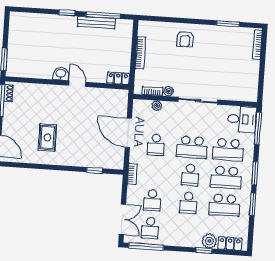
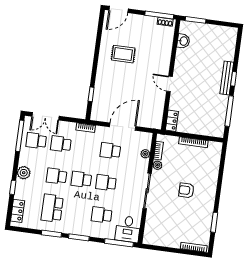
bench: (96, 22) -> (227, 78), moved
armchair: (185, 39) -> (186, 190), moved
washbasin: (61, 74) -> (183, 41), moved
door: (77, 84) -> (169, 84), swing flipped
school desk: (192, 147) -> (106, 183), width x0.54
school desk: (228, 150) -> (102, 215), width x0.54
school desk: (226, 177) -> (77, 212), removed
plant: (209, 241) -> (24, 173), moved

